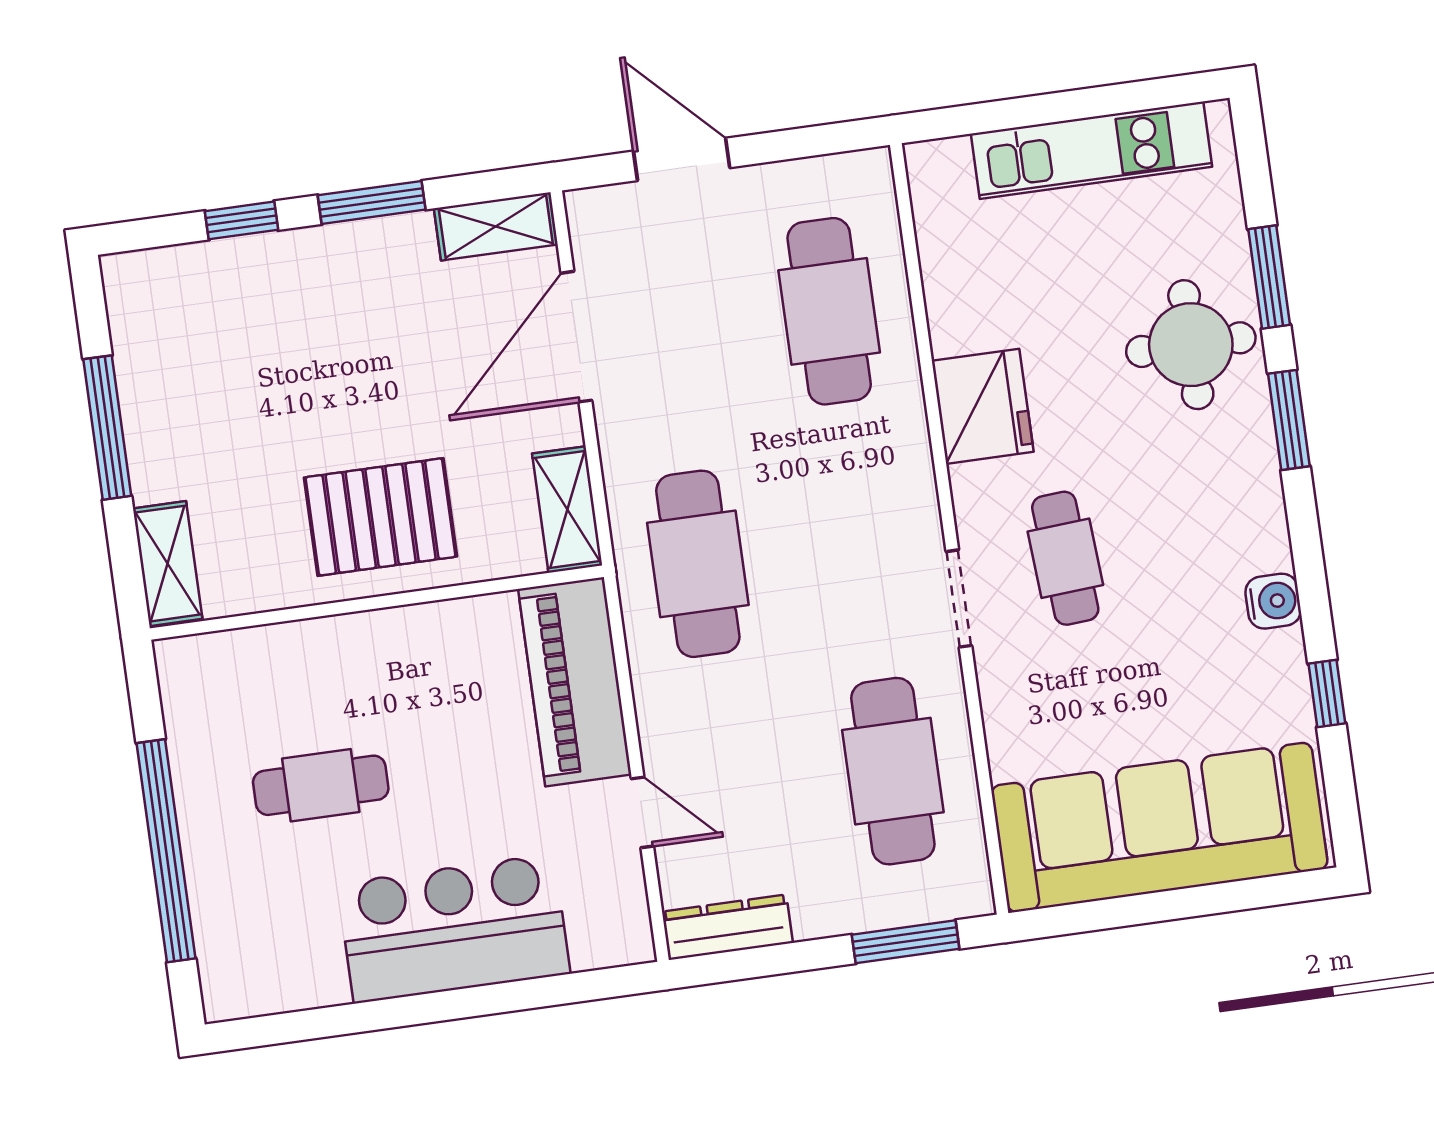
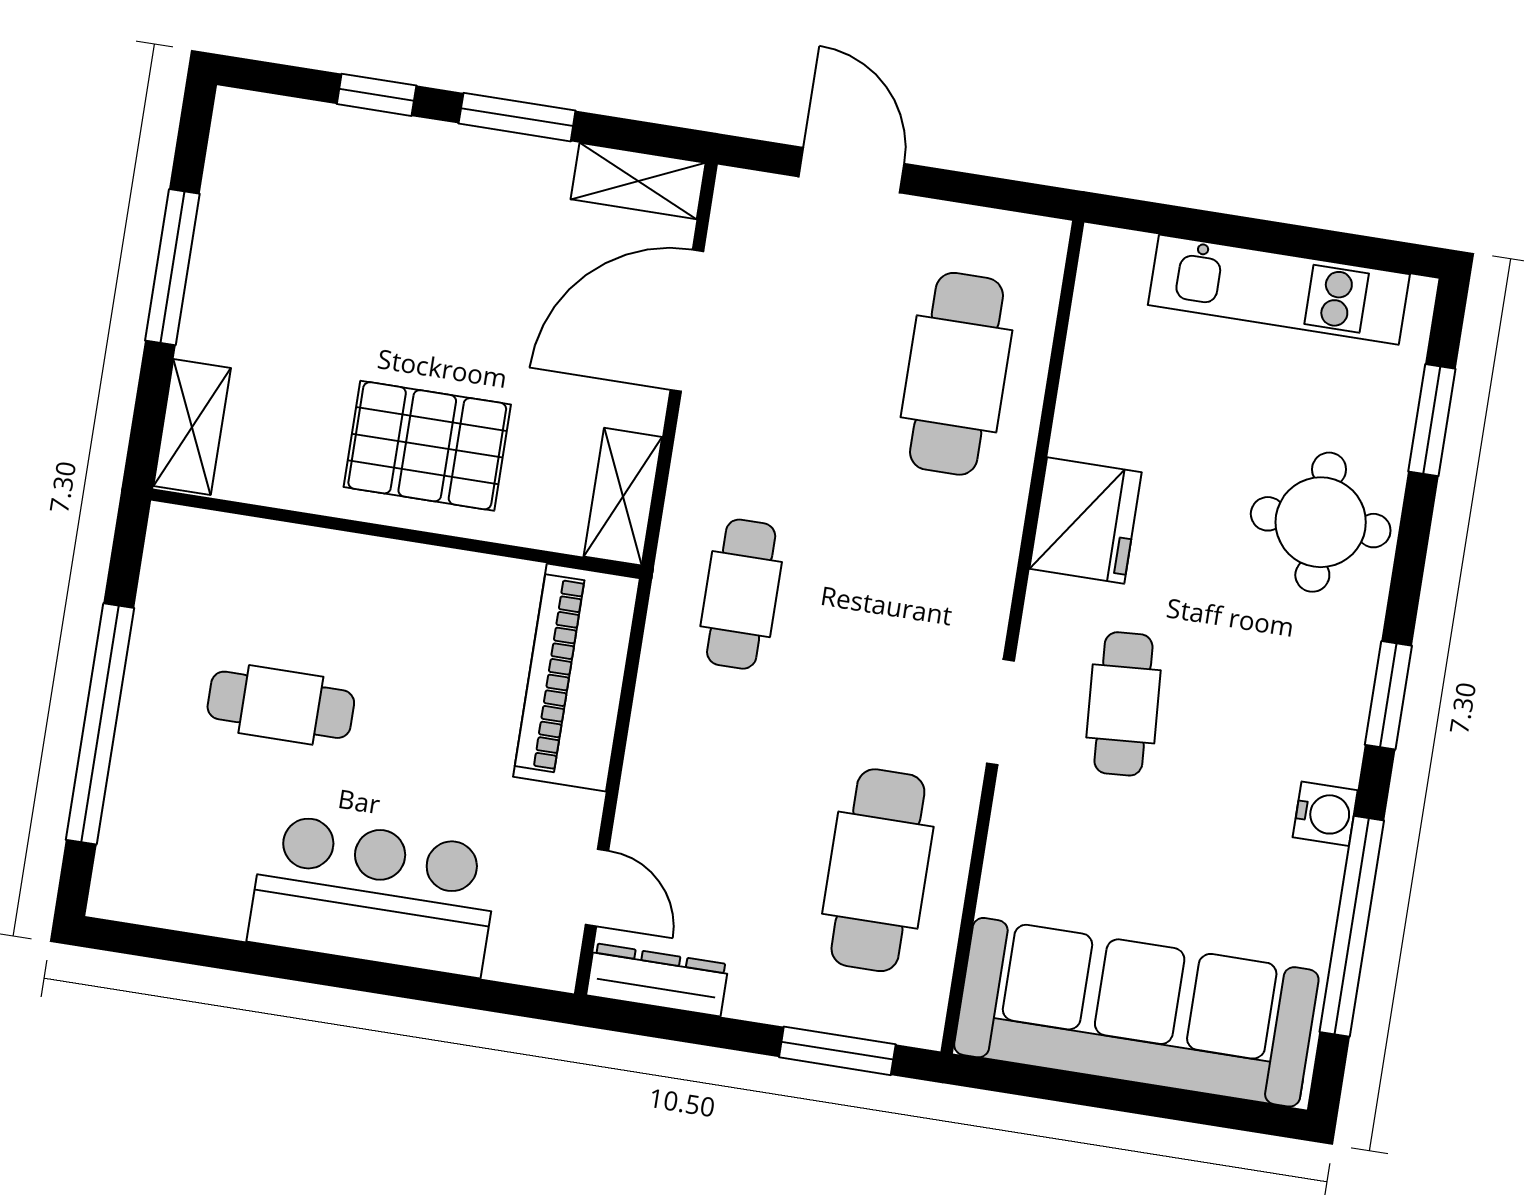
window: (1269, 277) -> (1432, 420), moved
window: (1289, 420) -> (1388, 695), moved
cafe table: (698, 564) -> (741, 594), width x0.73, depth x0.74
window: (1327, 693) -> (1352, 926), width x3.17
door: (642, 812) -> (597, 888), moved

